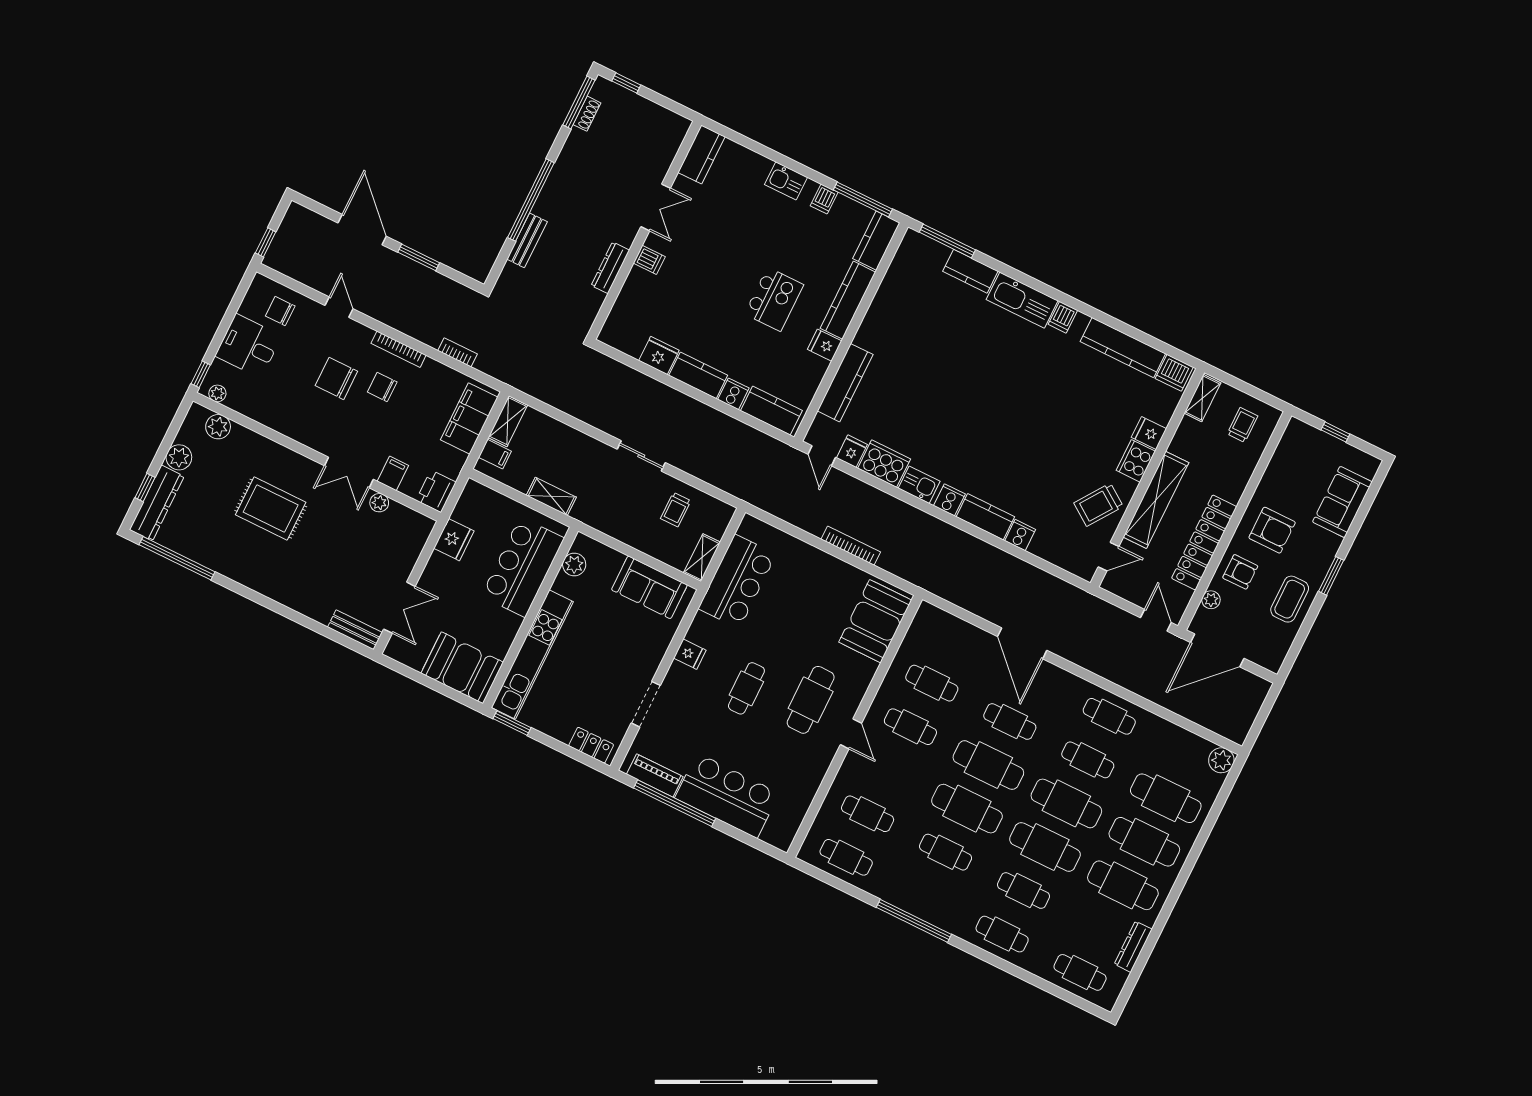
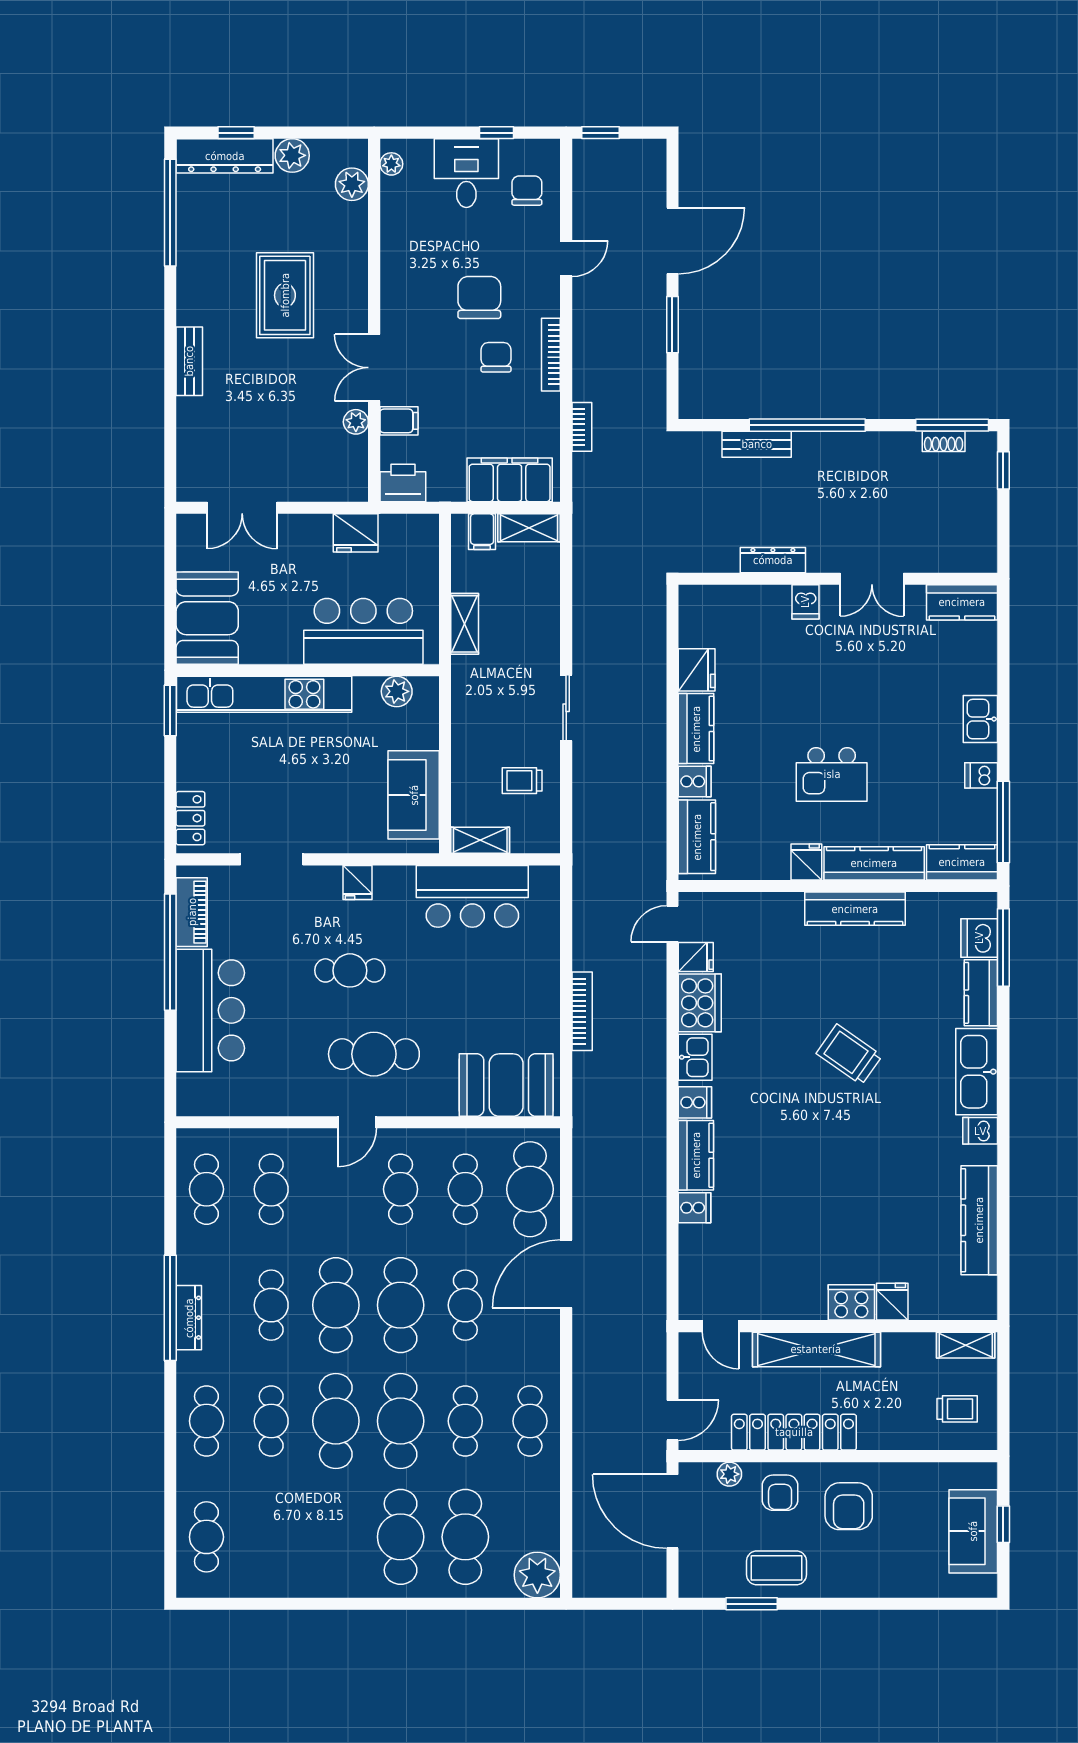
dishwasher: (1174, 373) -> (979, 938), moved
window: (201, 374) -> (496, 133), moved
kitchen counter: (845, 383) -> (855, 909), moved
sofa: (1342, 502) -> (973, 1531), moved, turned -90
trolley: (1098, 505) -> (849, 1055), moved
window: (1331, 576) -> (752, 1604), moved
bench: (355, 630) -> (189, 361), moved
plant: (1221, 760) -> (537, 1575), width x1.36, depth x1.36
cafe table: (1123, 885) -> (530, 1189), moved
dresser: (1133, 947) -> (189, 1318), moved, turned 90

